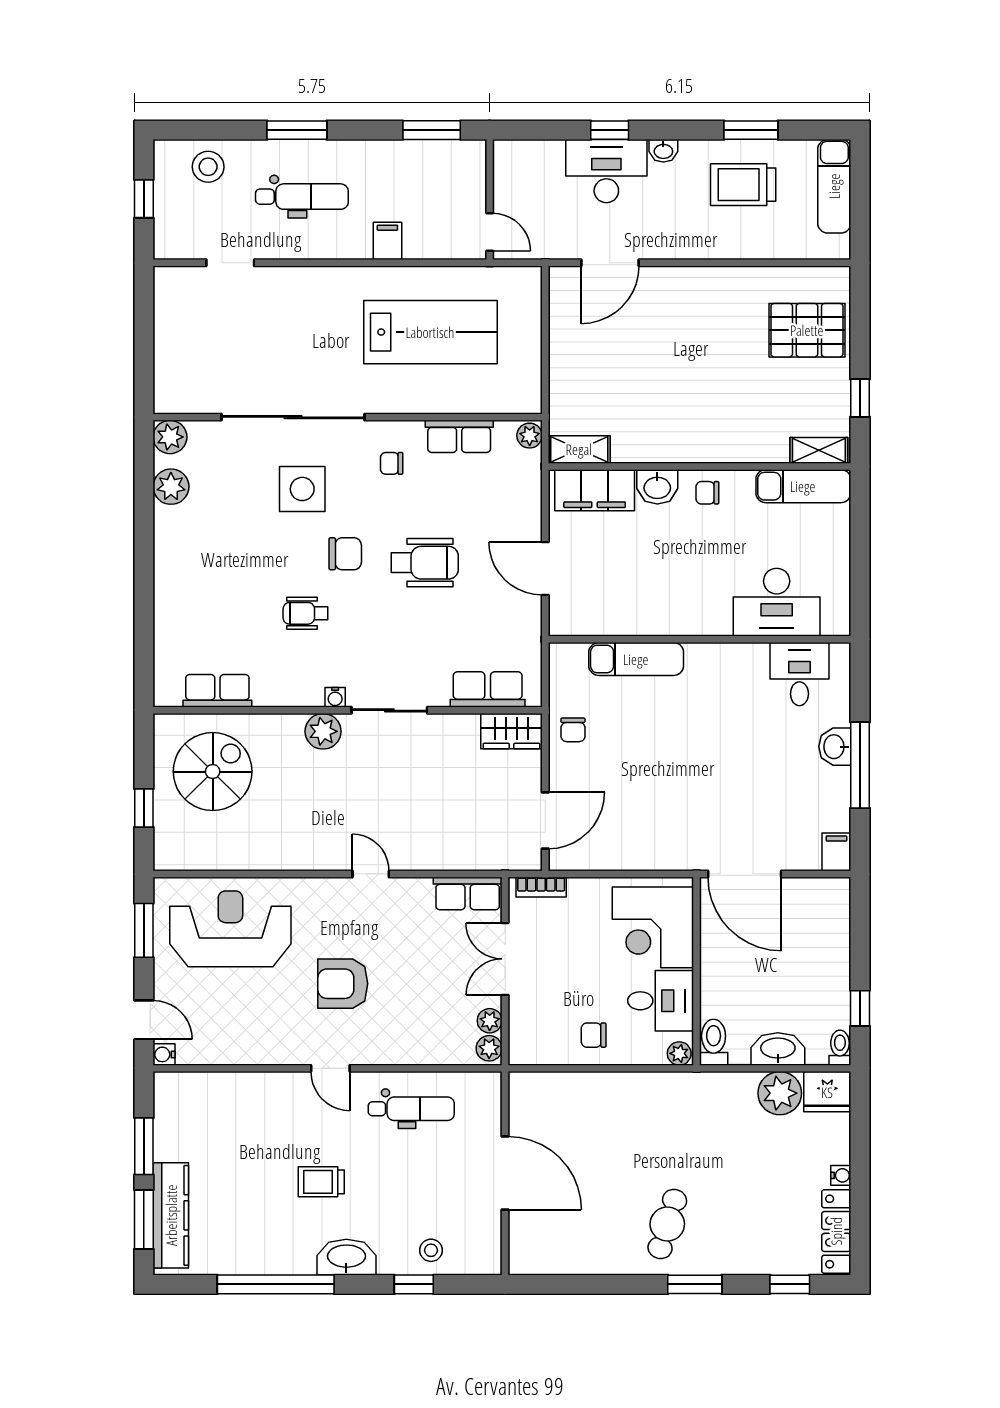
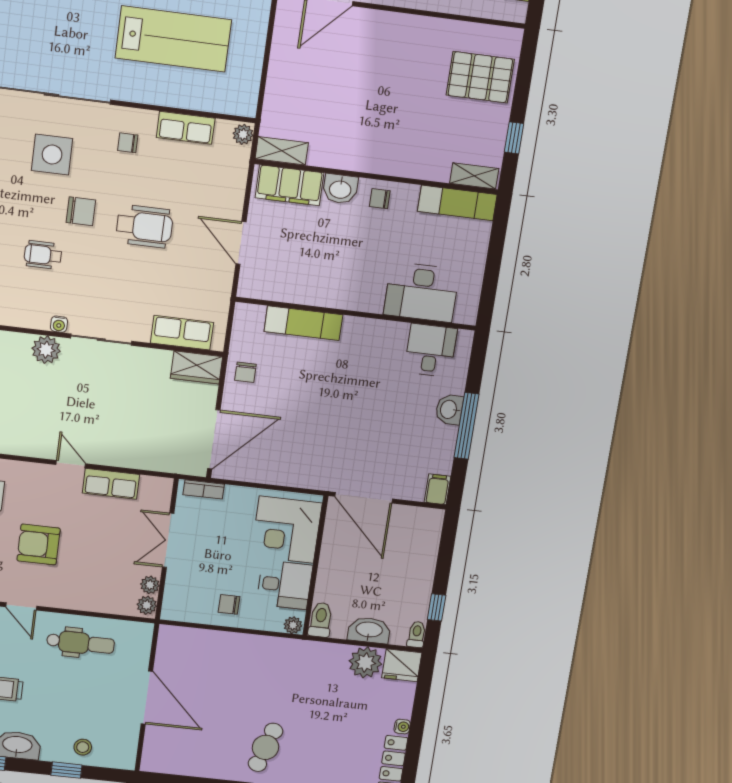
door: (545, 821) -> (214, 439), width x1.36
row of seats: (468, 893) -> (111, 484), moved

